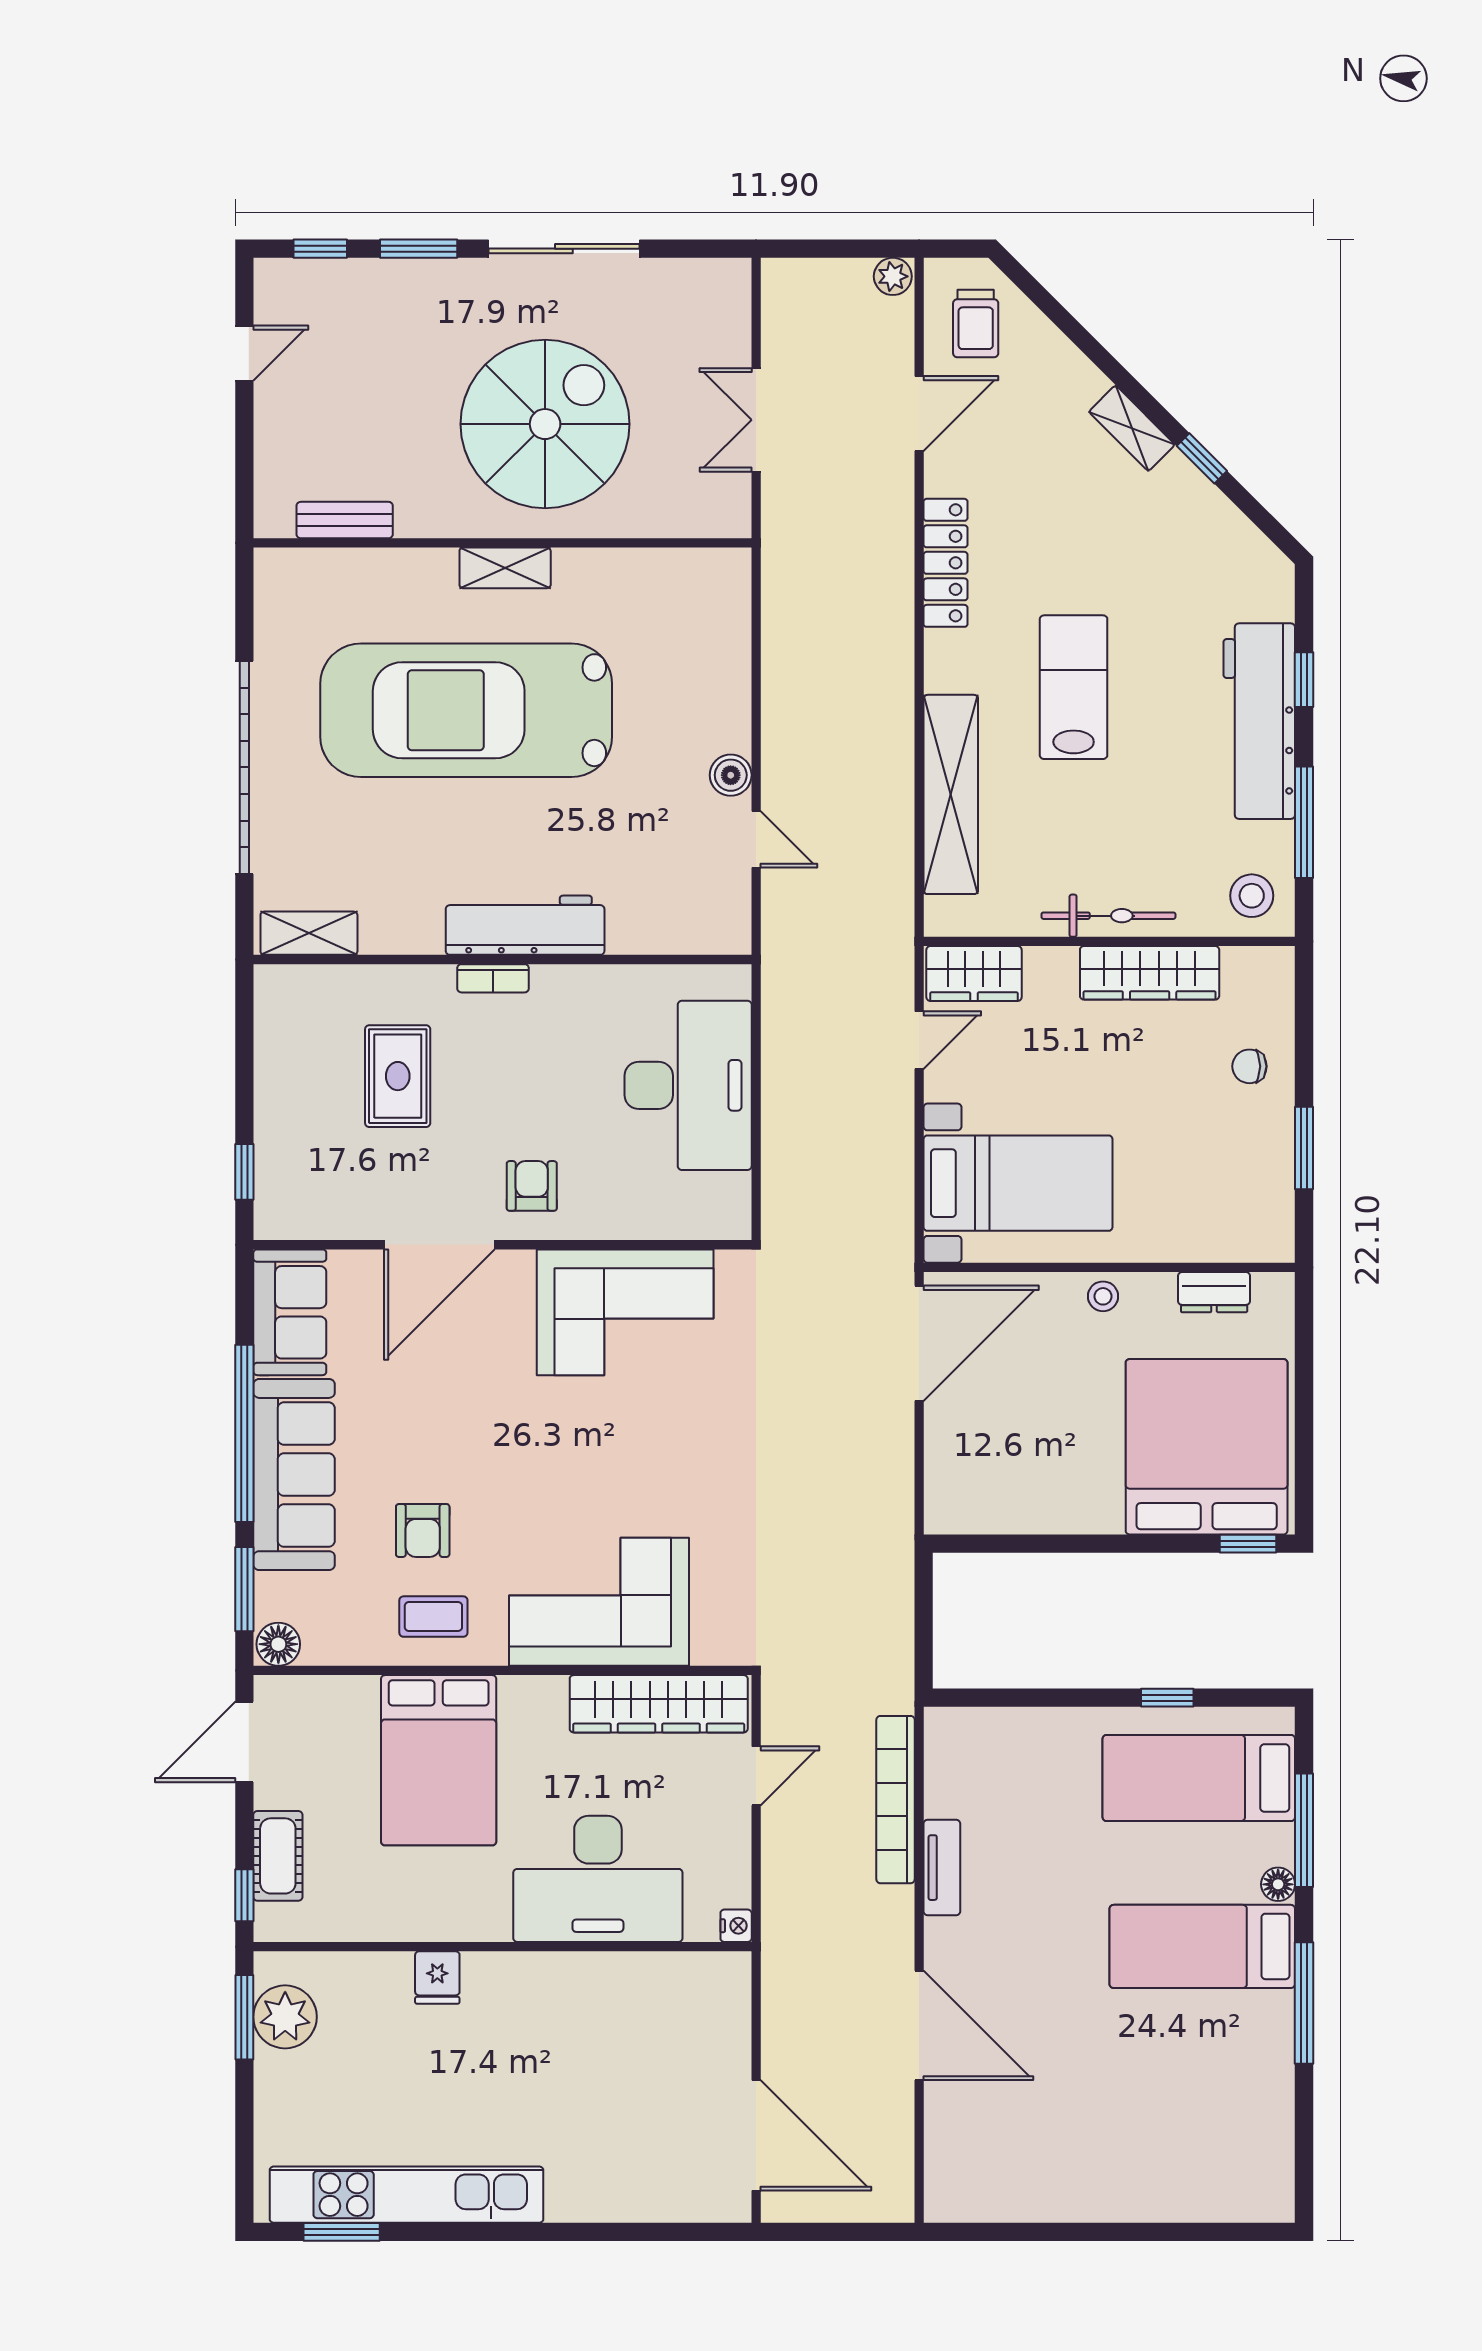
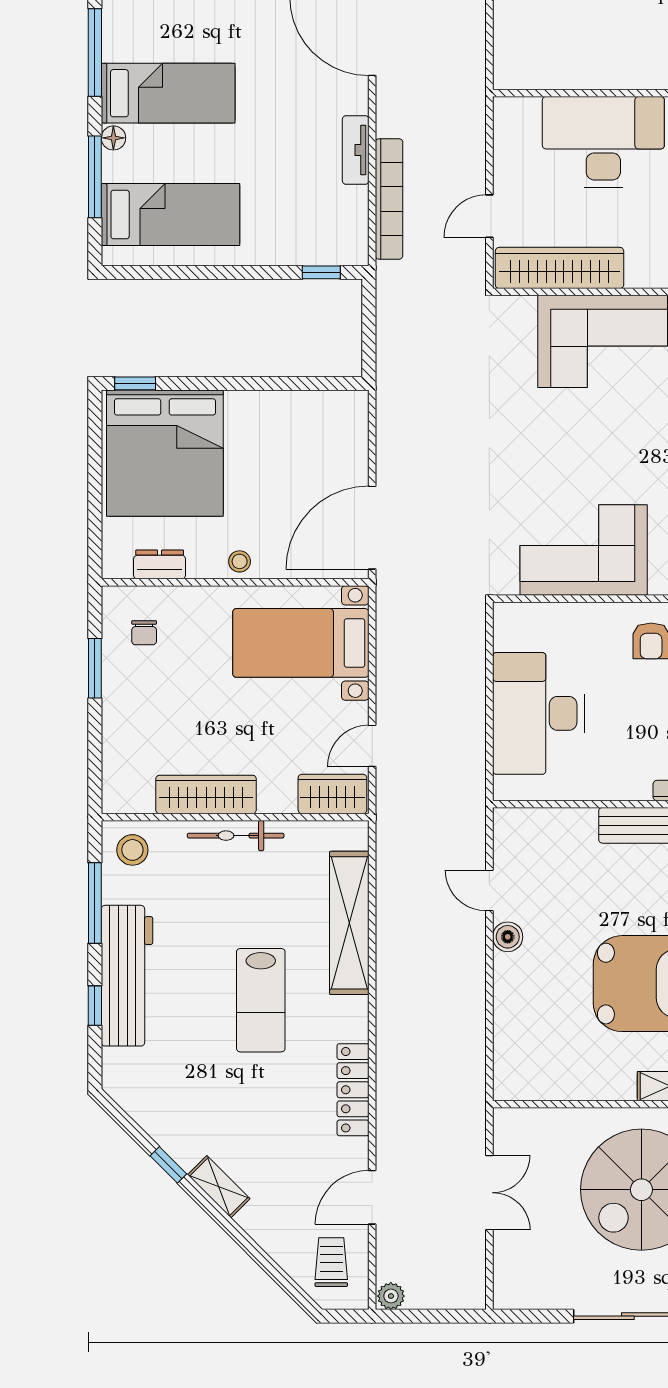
chair: (1249, 1066) -> (144, 633), moved, turned 90
window: (1167, 1698) -> (321, 272), moved
nightstand: (736, 1926) -> (504, 108), removed

